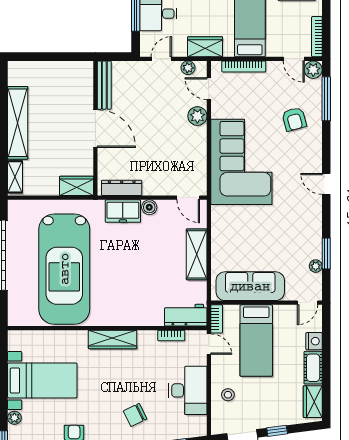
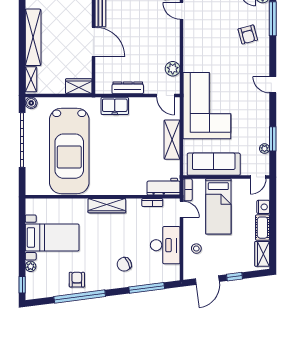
plant: (197, 116) -> (173, 69), moved
corner sofa: (241, 162) -> (207, 106), moved
dresser: (122, 188) -> (128, 88), moved
boiler: (149, 207) -> (31, 103), moved

